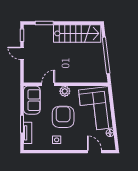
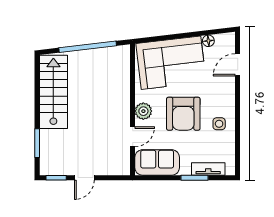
door: (48, 84) -> (133, 137), swing flipped
armchair: (63, 117) -> (183, 114), turned -90

